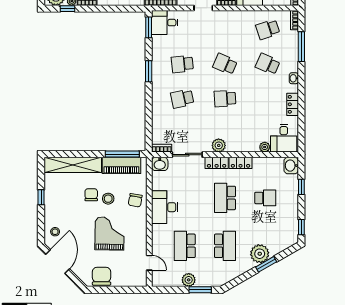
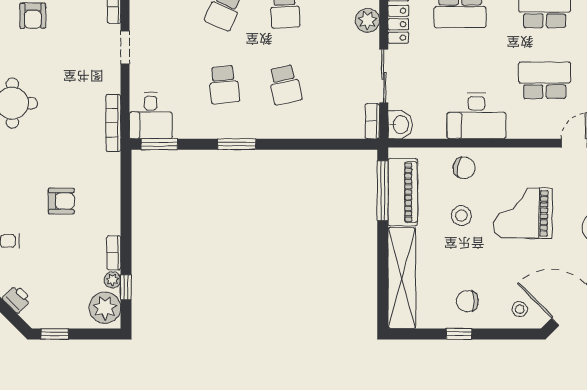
chair: (91, 195) -> (467, 301), moved
school desk: (185, 246) -> (545, 80), turned 180

